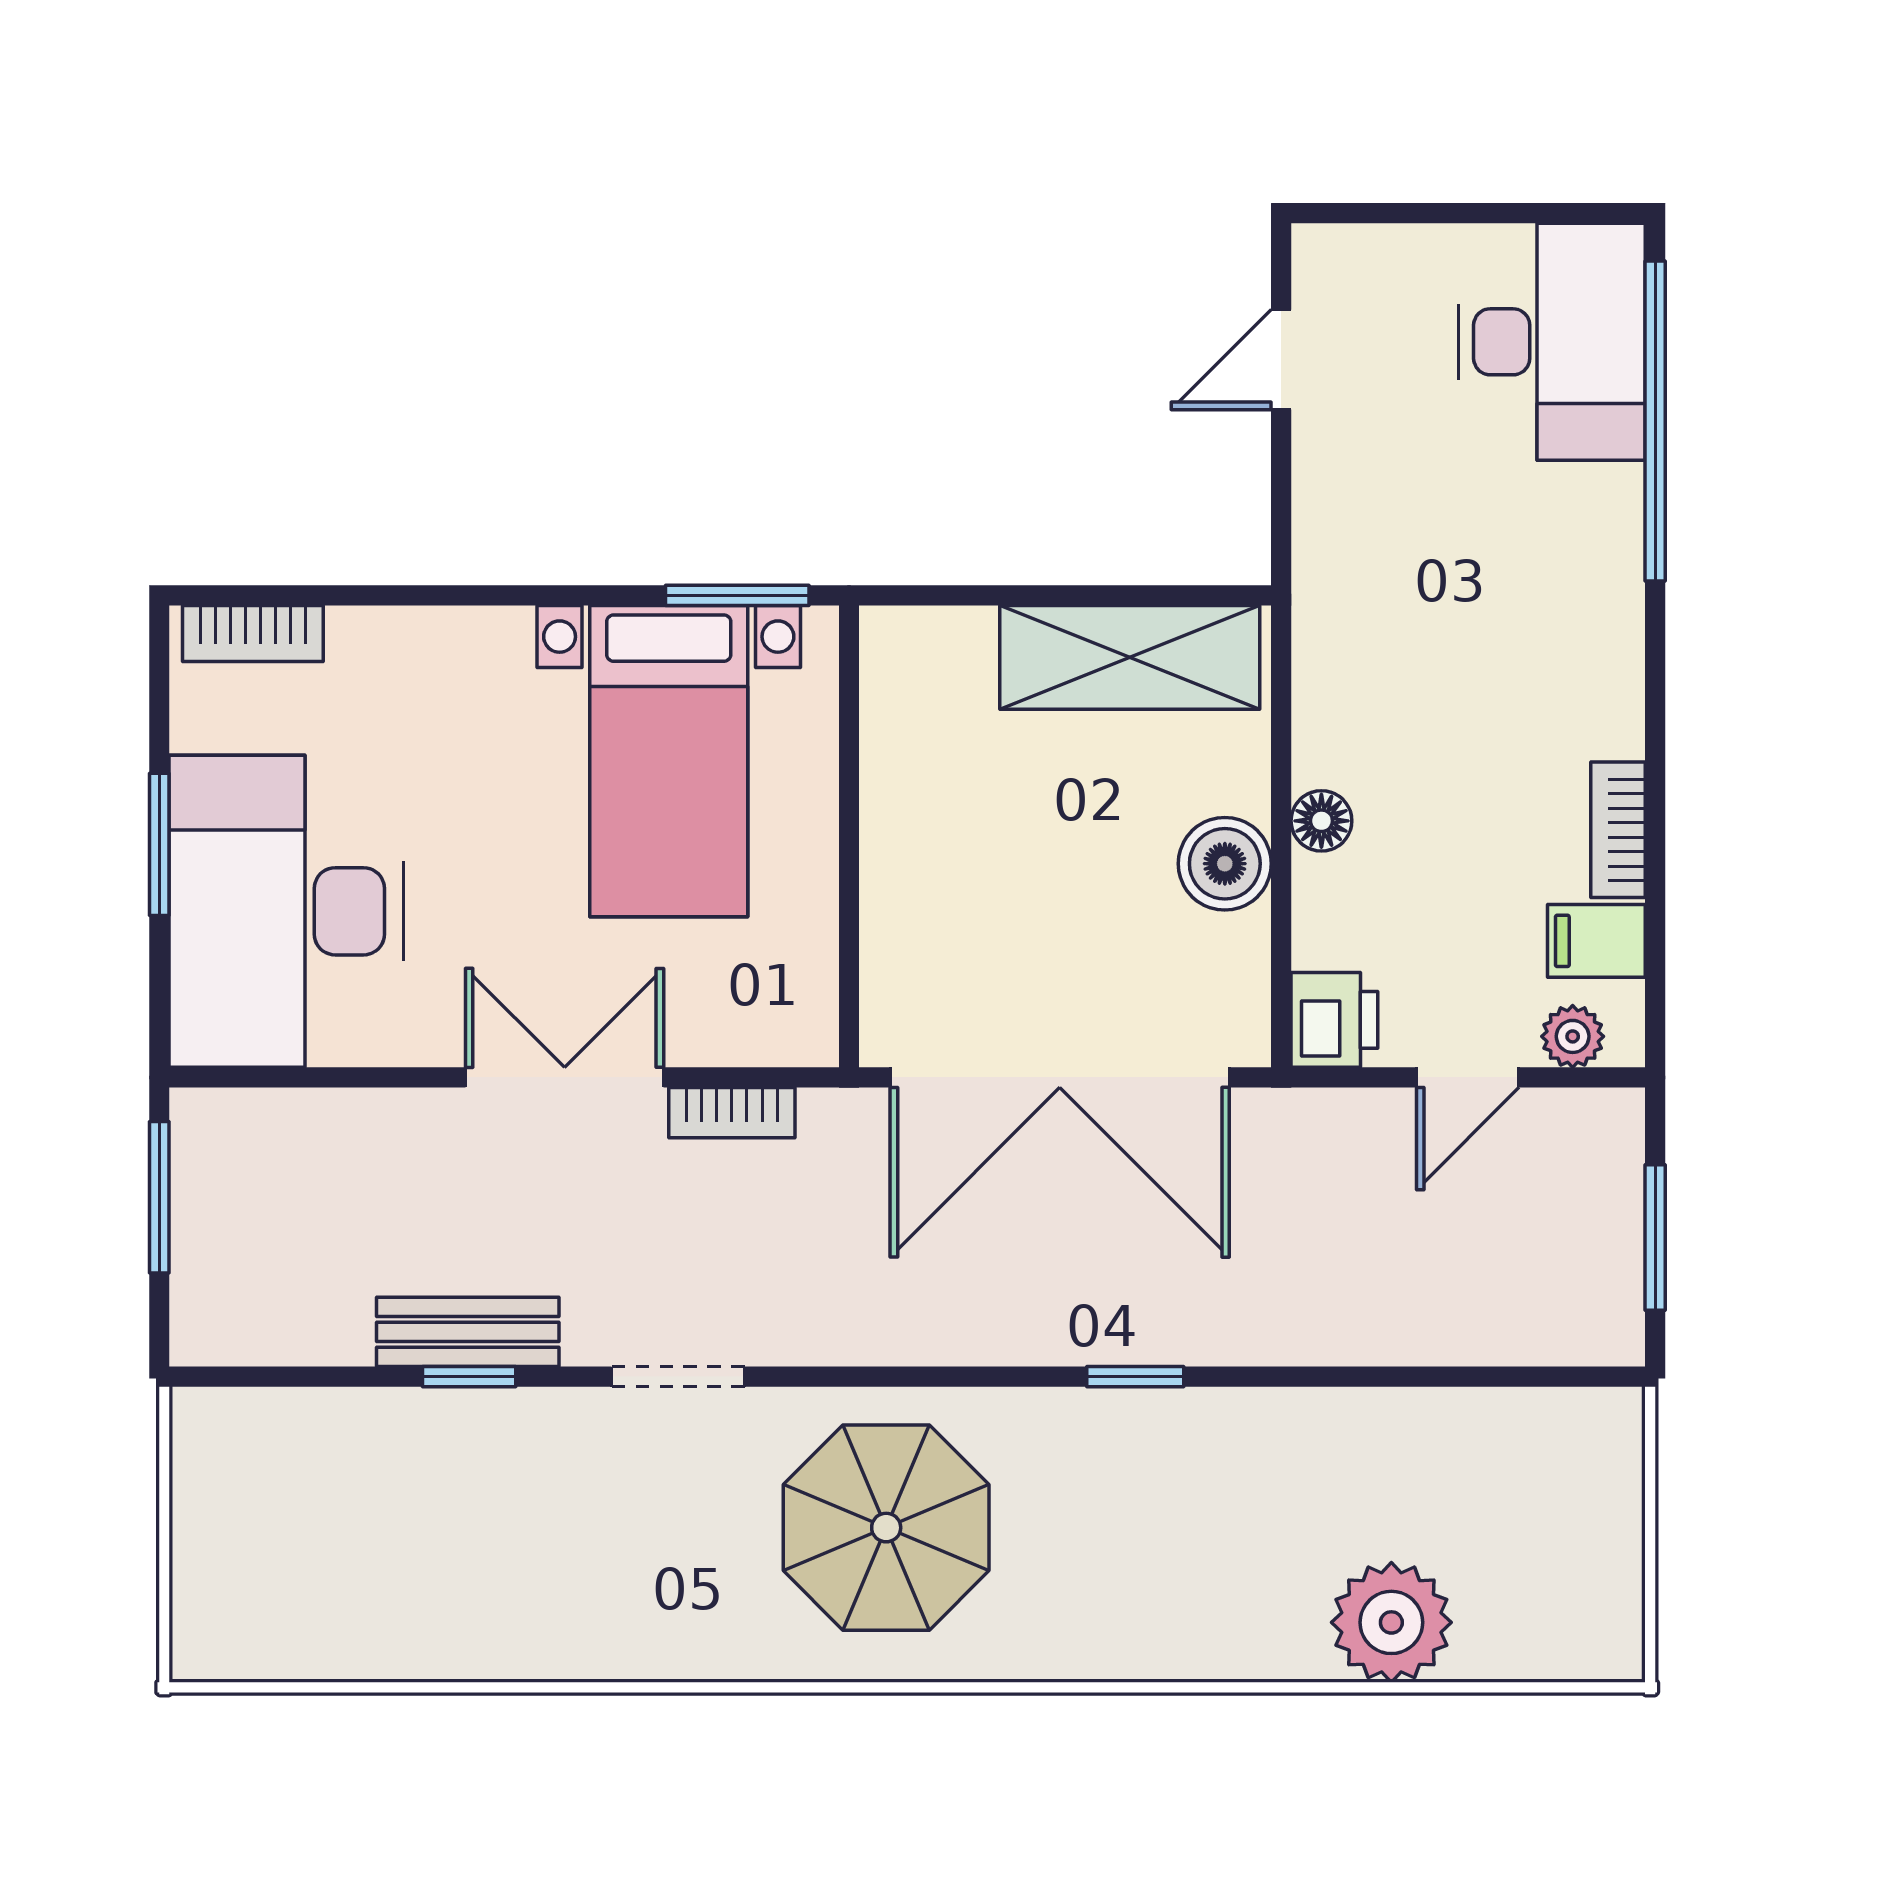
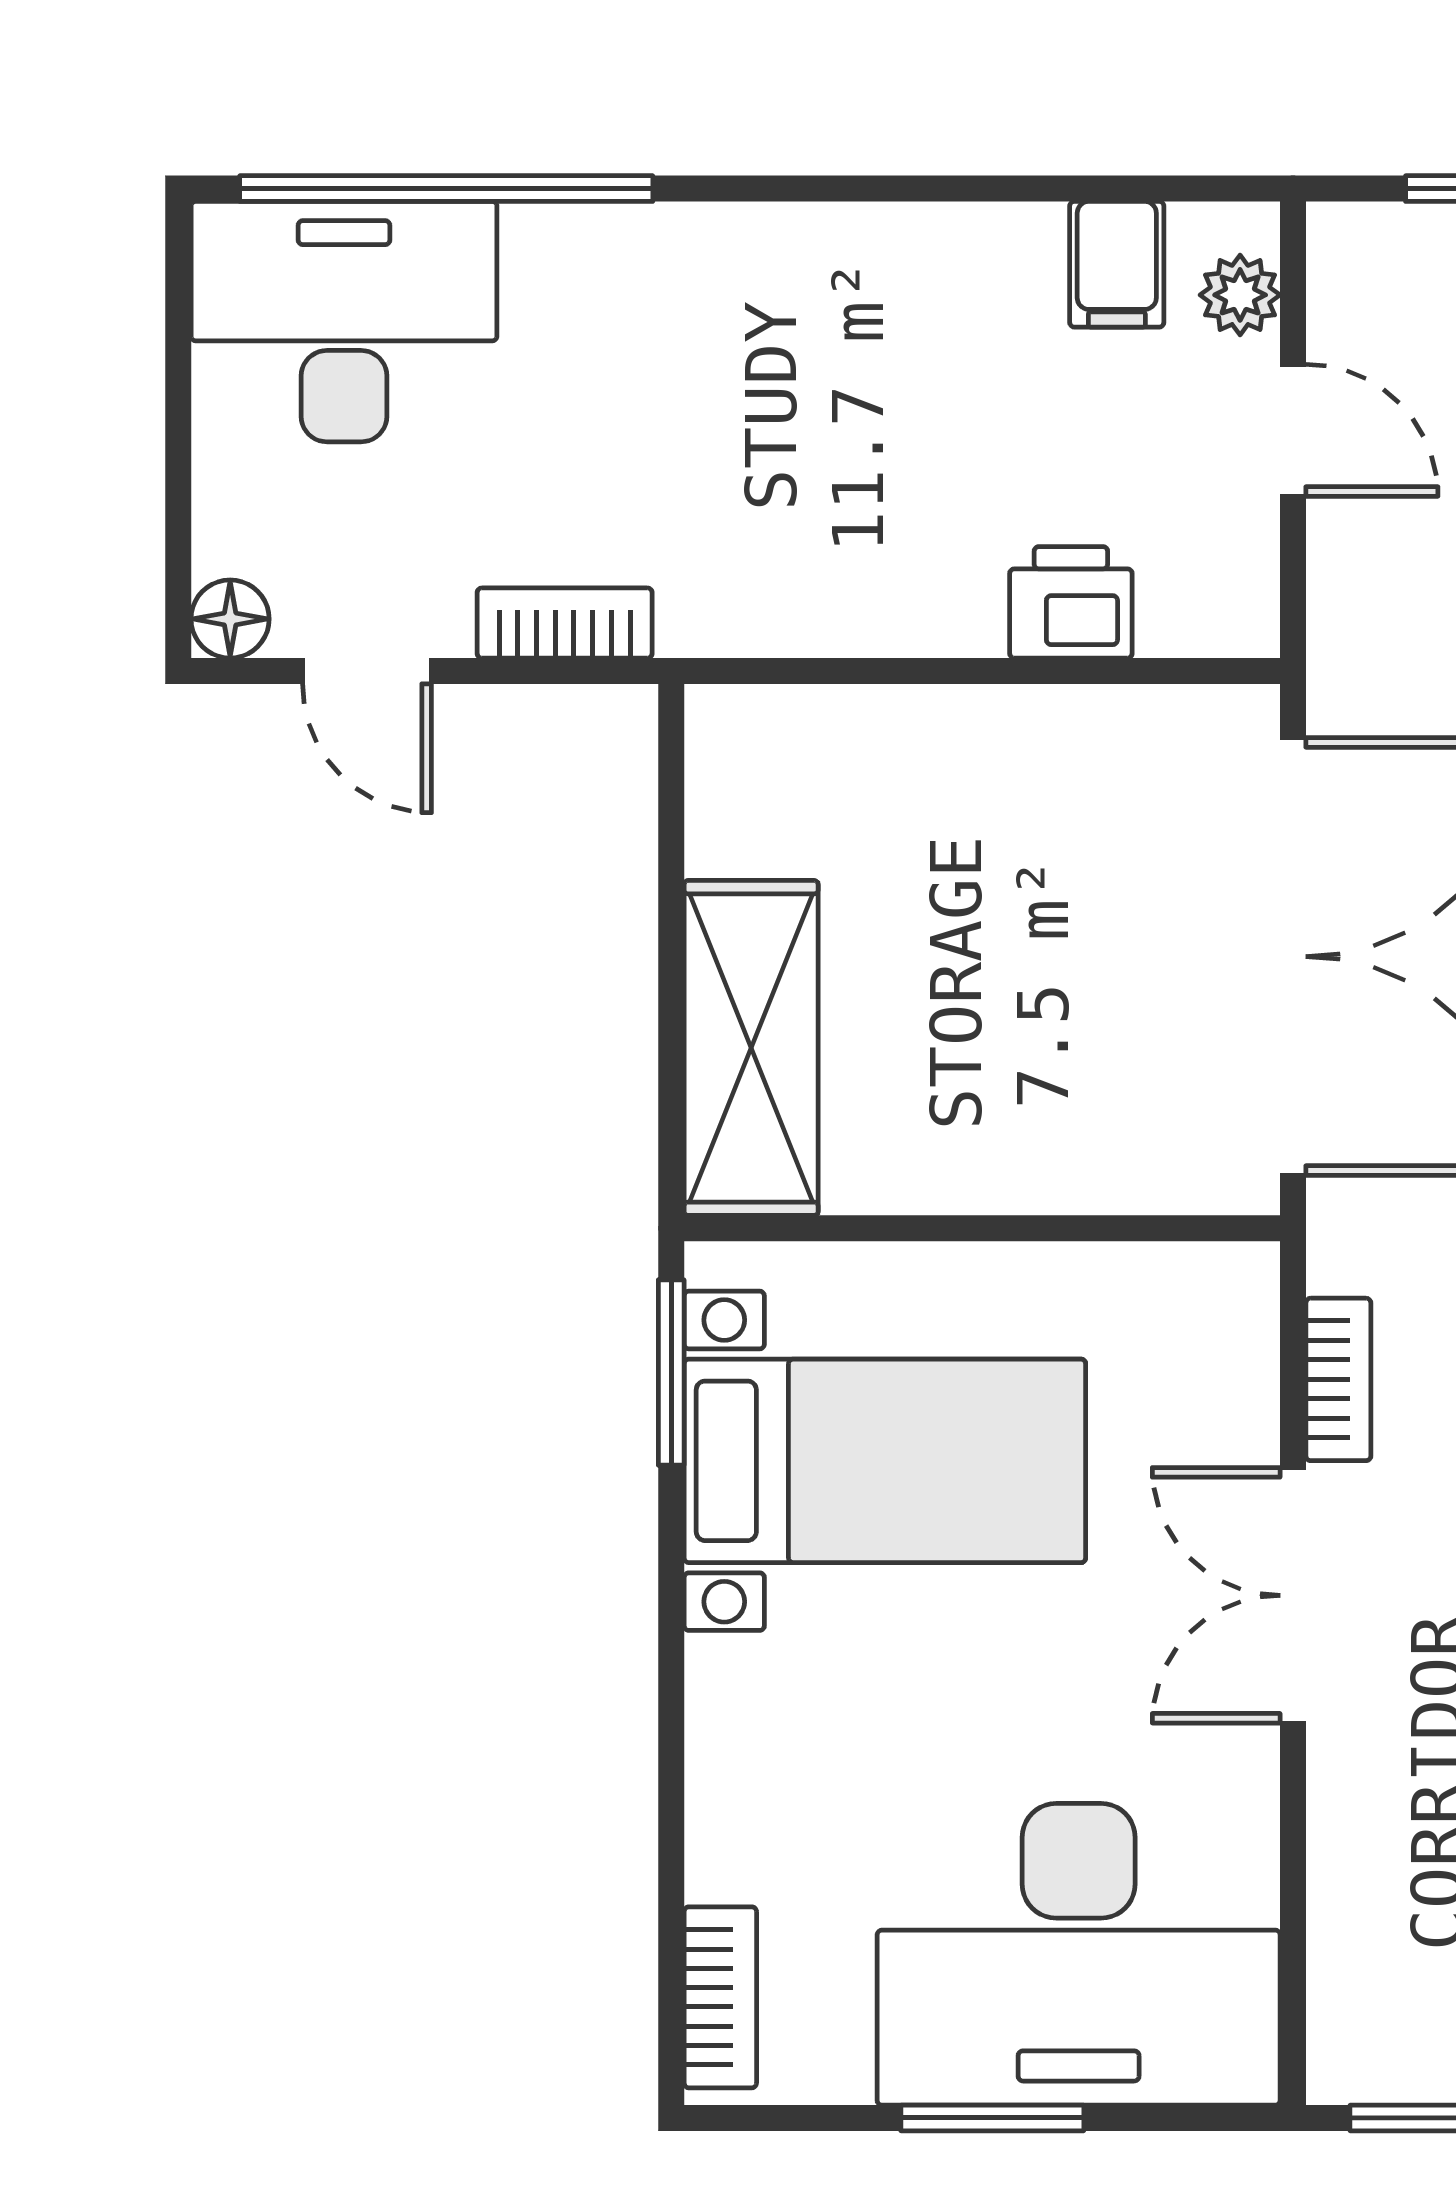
shelving: (1130, 657) -> (751, 1048), moved
floor lamp: (1321, 821) -> (230, 619), moved
bookcase: (1618, 830) -> (565, 623), moved, turned 180
boiler: (1225, 864) -> (1017, 744), removed
printer: (1334, 1020) -> (1071, 602), moved

